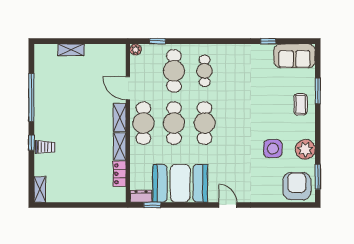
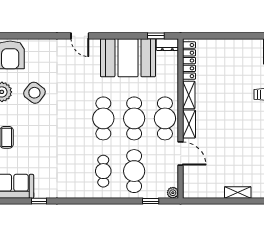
side table: (273, 149) -> (34, 93), turned 37
locker: (120, 174) -> (189, 61), width x1.53

